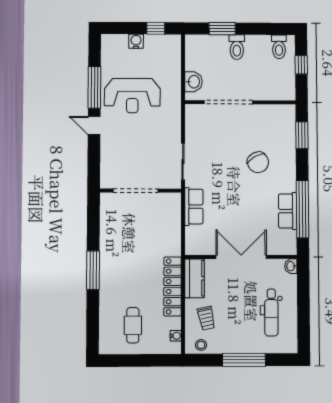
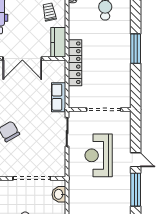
reception desk: (132, 96) -> (99, 155), moved, turned -90
locker: (173, 286) -> (75, 63), moved

